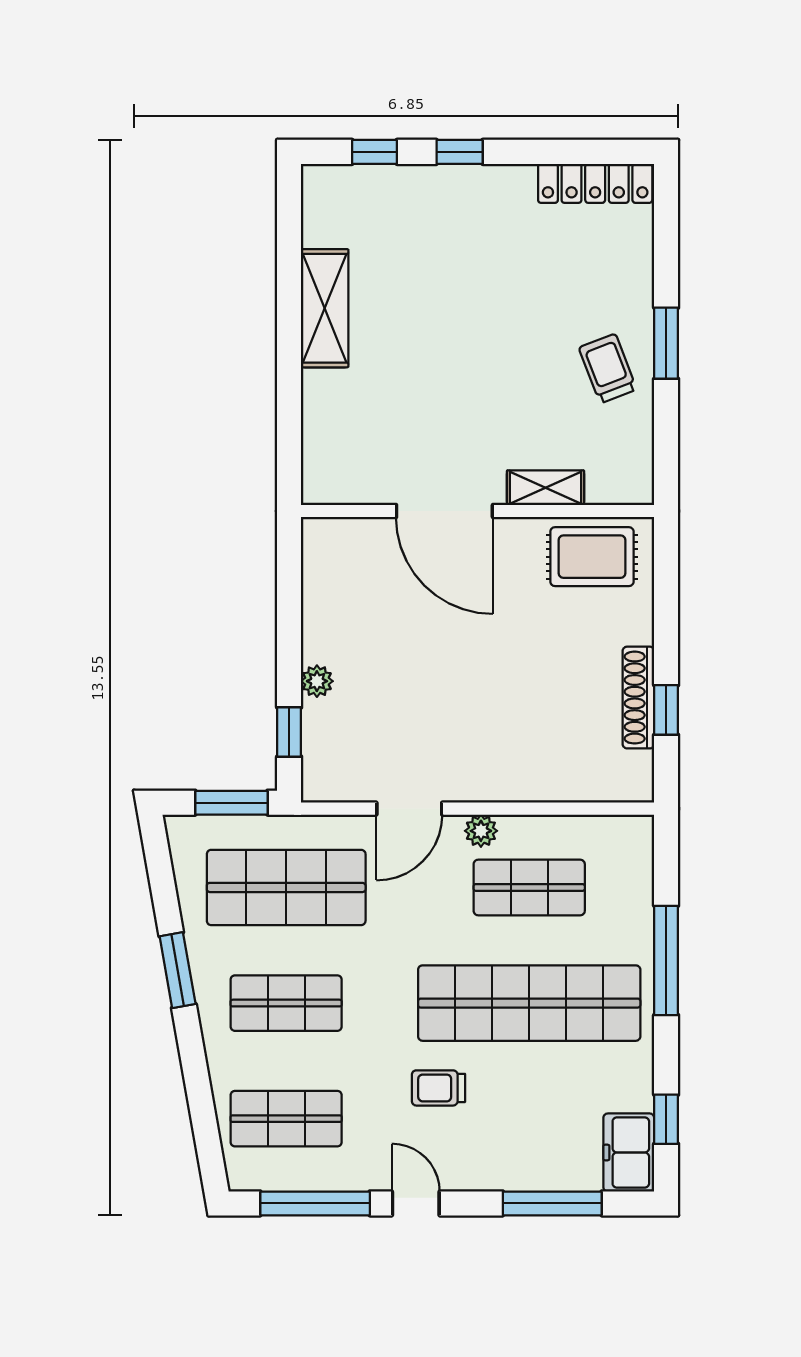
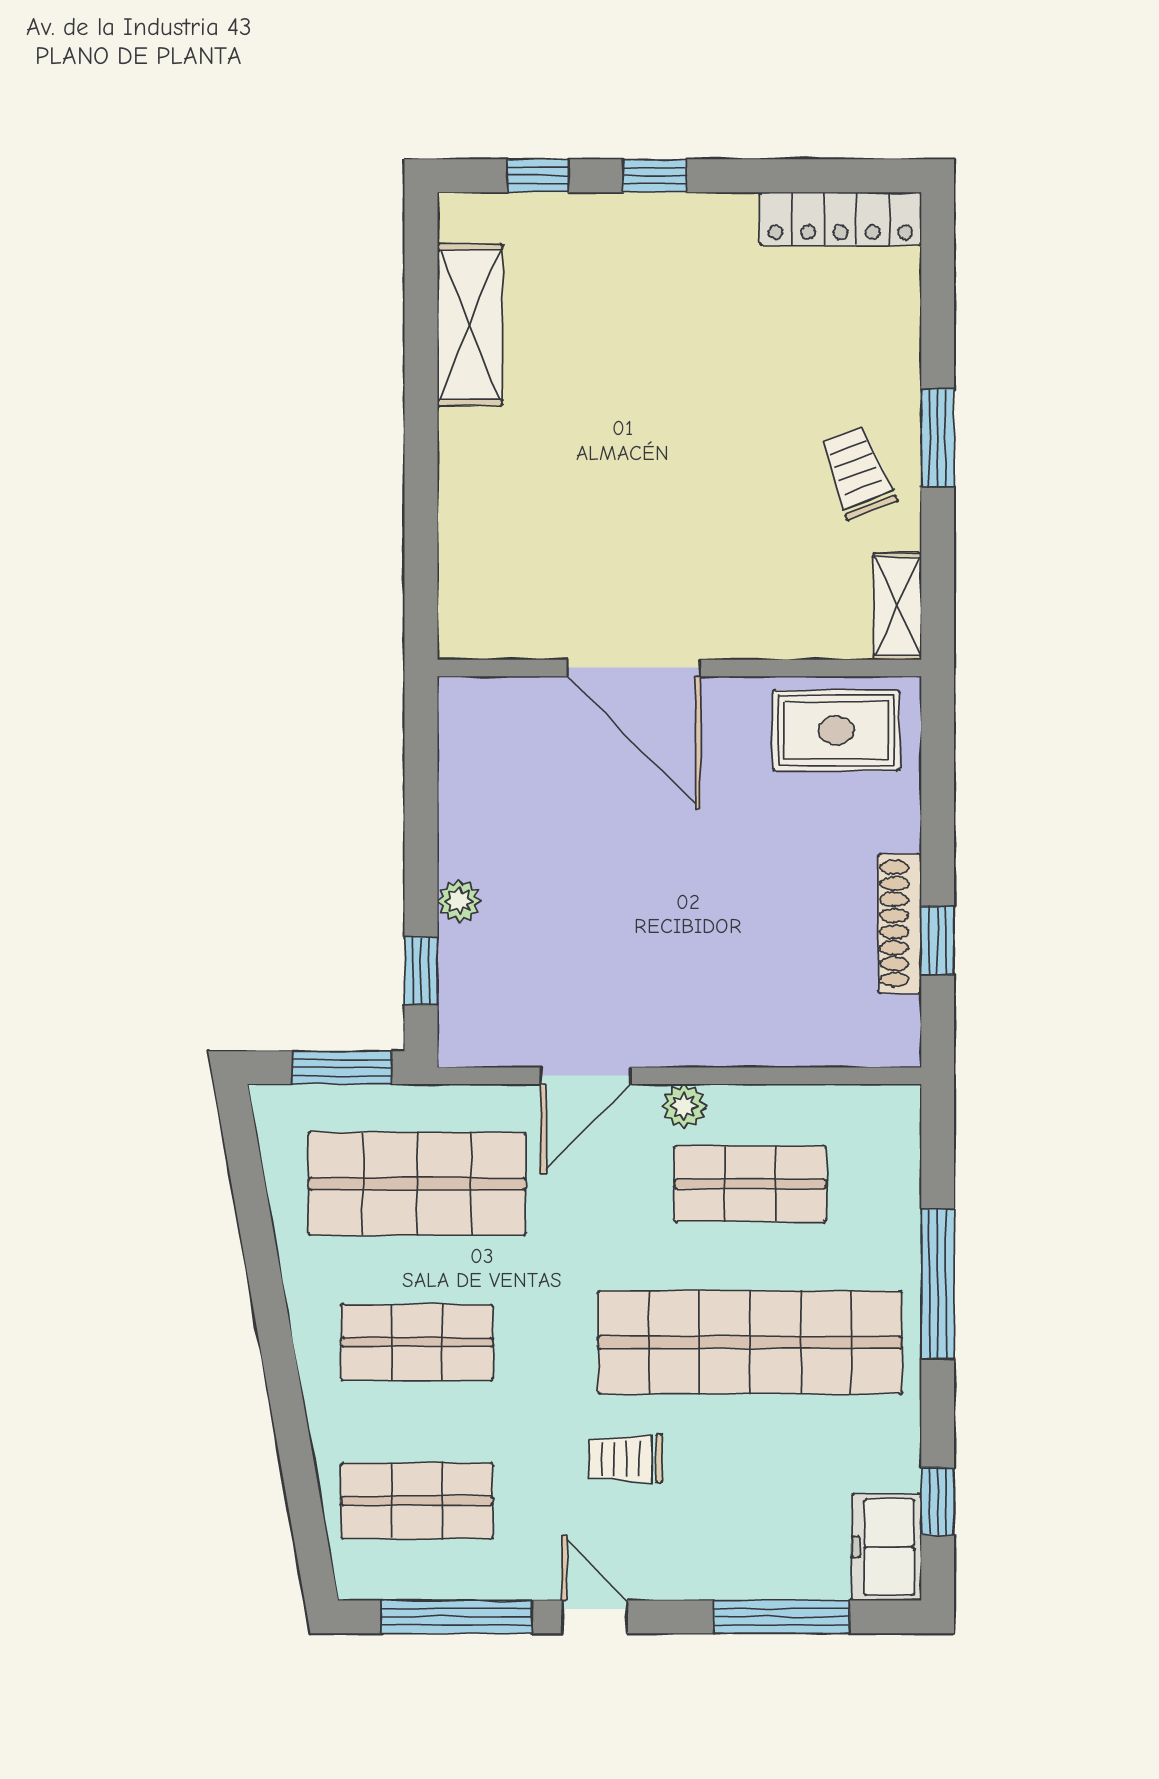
shelving: (325, 308) -> (470, 325), moved
shelving: (546, 488) -> (897, 606), moved, turned 90
window: (178, 970) -> (268, 1297), removed

